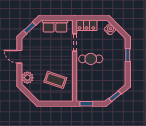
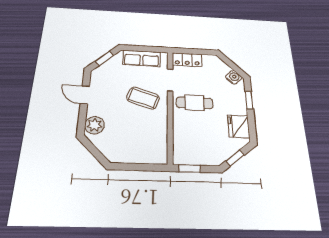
water cooler: (110, 29) -> (234, 77), moved
fridge: (119, 75) -> (239, 126), added
coffee table: (55, 80) -> (143, 98), moved

